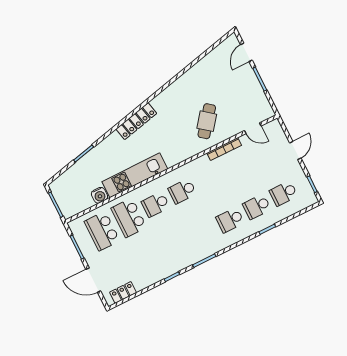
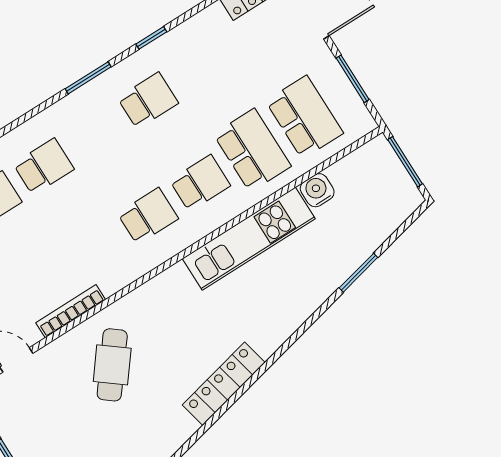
locker: (136, 121) -> (224, 384), moved
school desk: (177, 247) -> (148, 101), added

